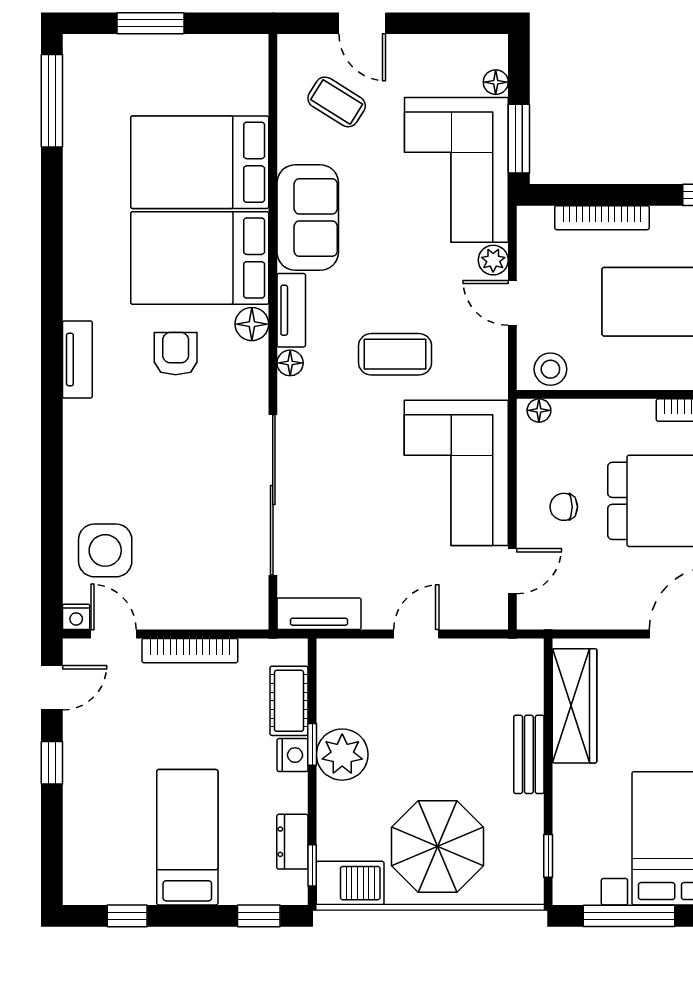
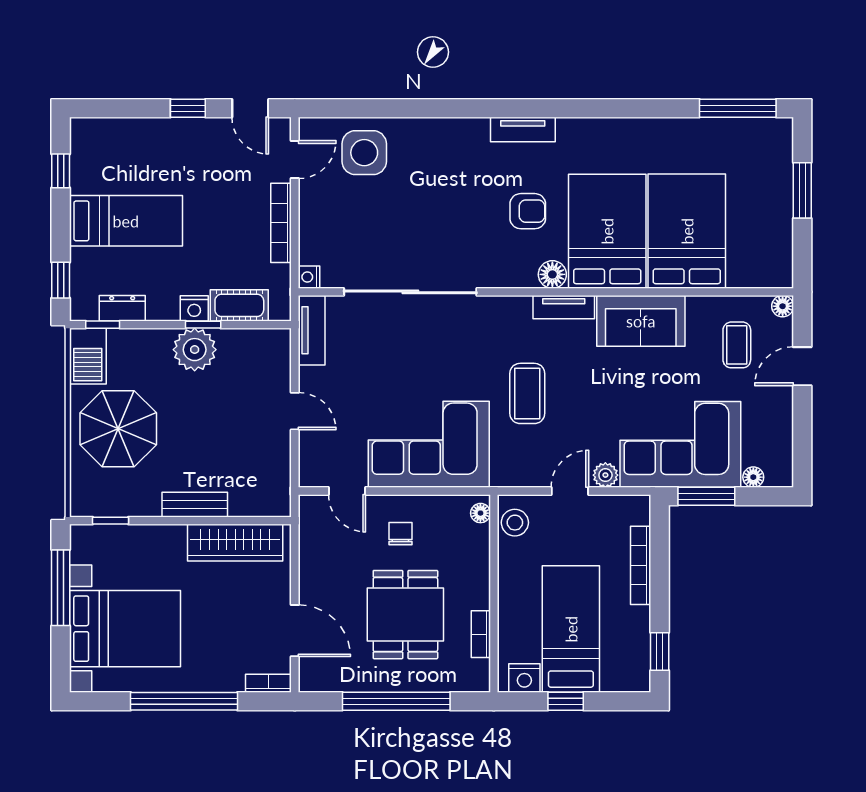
coffee table: (337, 102) -> (737, 345), turned -32
floor lamp: (290, 363) -> (783, 306), moved
nightstand: (76, 617) -> (309, 277), moved

